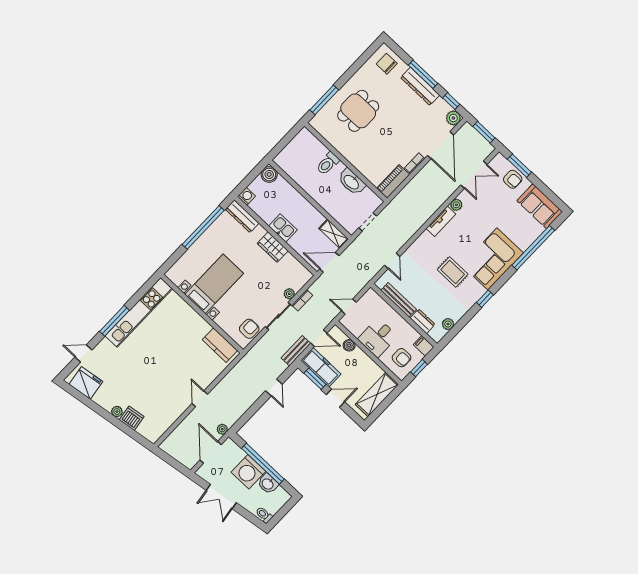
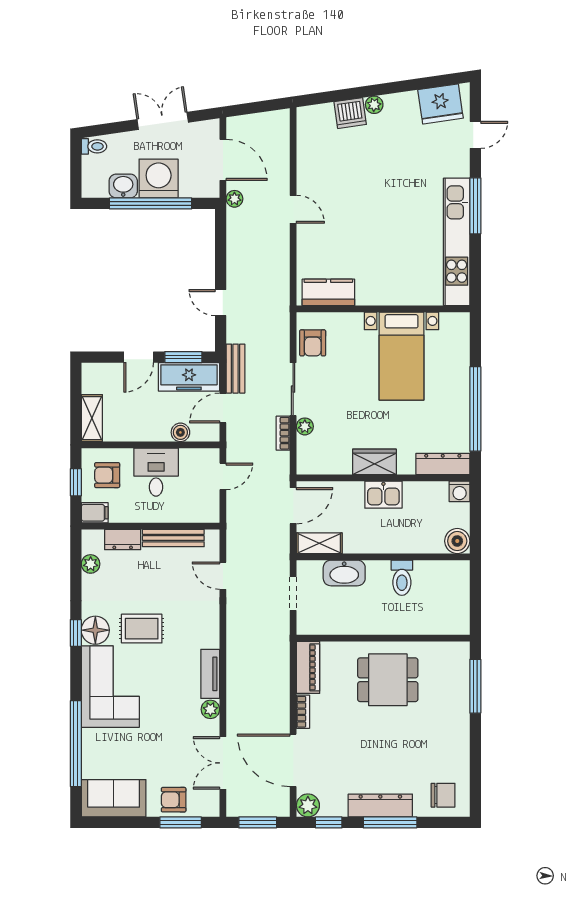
dining table: (358, 111) -> (388, 680), moved, turned 90
toilet: (328, 163) -> (402, 578), moved, turned 180
washbasin: (352, 182) -> (344, 573), moved, turned 180
floor lamp: (475, 291) -> (95, 630), added
shelving: (377, 394) -> (92, 418), width x0.67, depth x0.75

